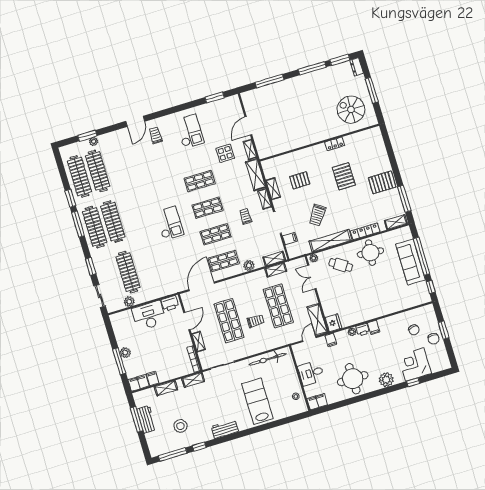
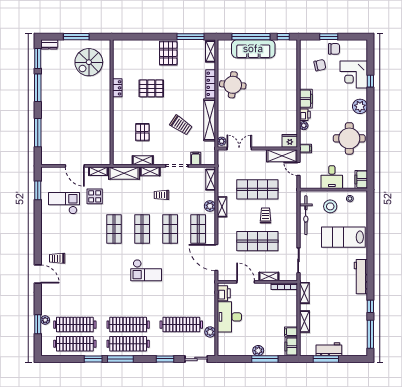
checkout: (190, 131) -> (64, 203), moved
checkout: (170, 223) -> (146, 270), turned 180
cafe table: (341, 265) -> (236, 117), removed
shelving: (276, 270) -> (222, 207), moved
double door: (312, 277) -> (239, 148), swing flipped
filing cabinet: (374, 327) -> (306, 99), width x2.00
stool: (180, 426) -> (330, 206), moved
workbench: (225, 429) -> (361, 277), width x1.38

